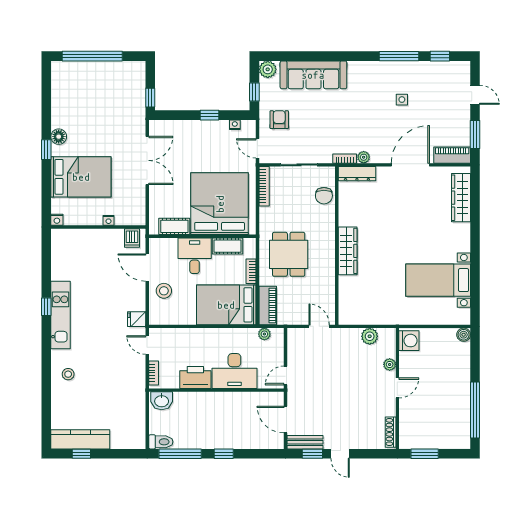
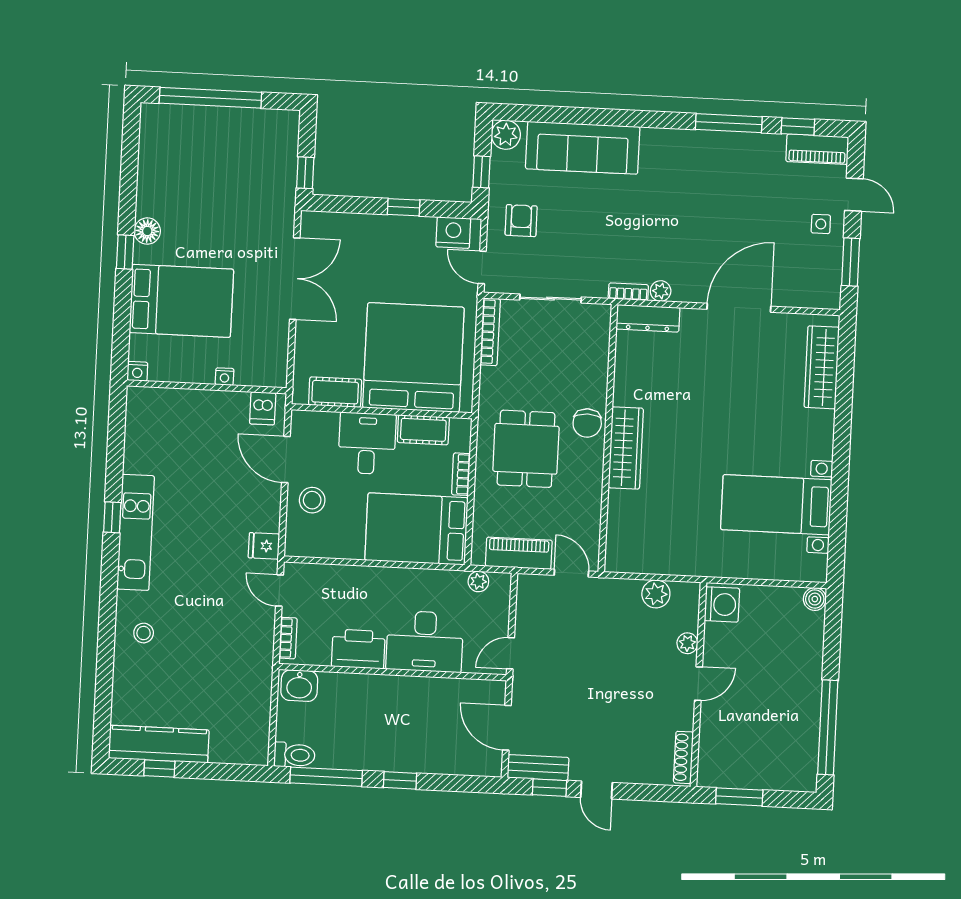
side table: (402, 100) -> (821, 224), moved
nightstand: (235, 125) -> (453, 233), width x1.89, depth x1.79
piano: (452, 155) -> (817, 149), moved, turned 180
chair: (324, 196) -> (587, 423), moved
piano: (268, 305) -> (519, 553), moved, turned -90

